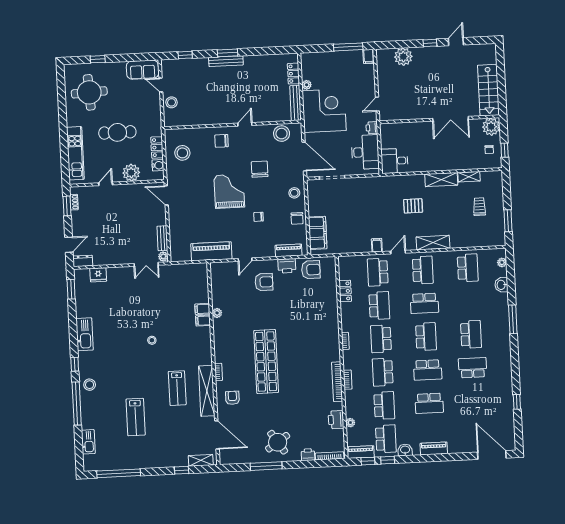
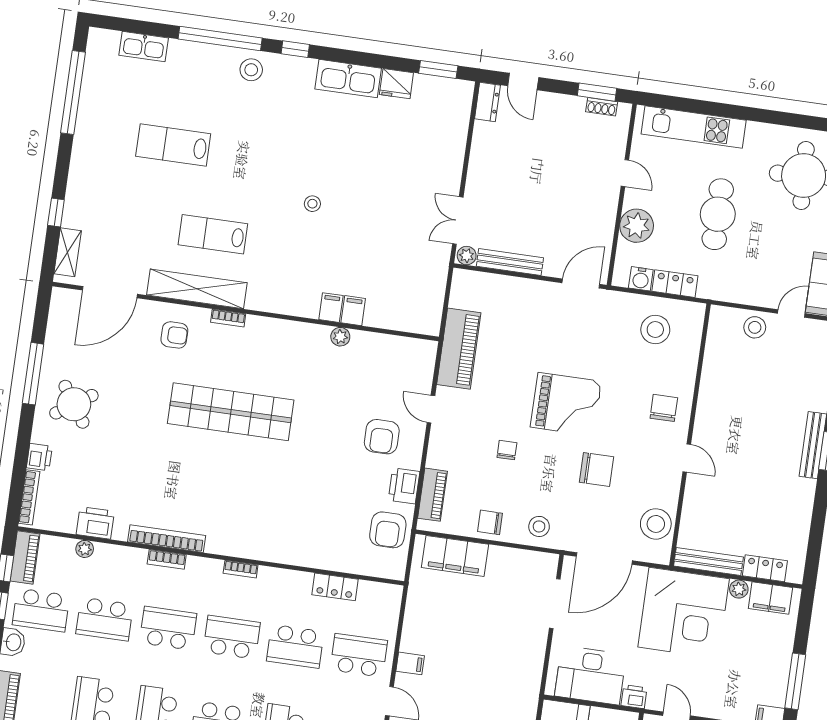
filing cabinet: (308, 68) -> (770, 598), added
bench: (162, 238) -> (510, 262), width x1.36
fridge: (98, 275) -> (396, 84), moved, turned -90

